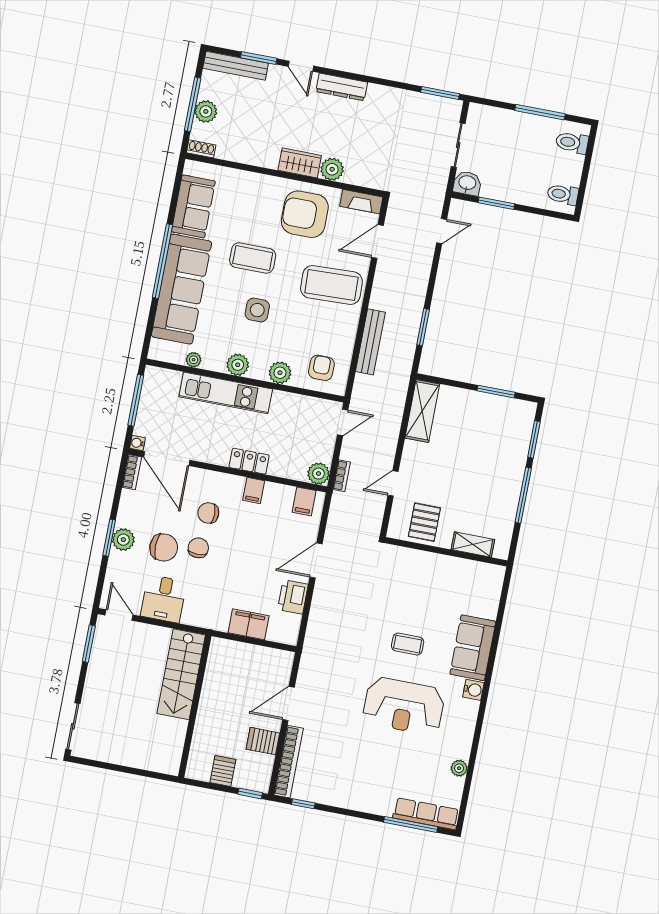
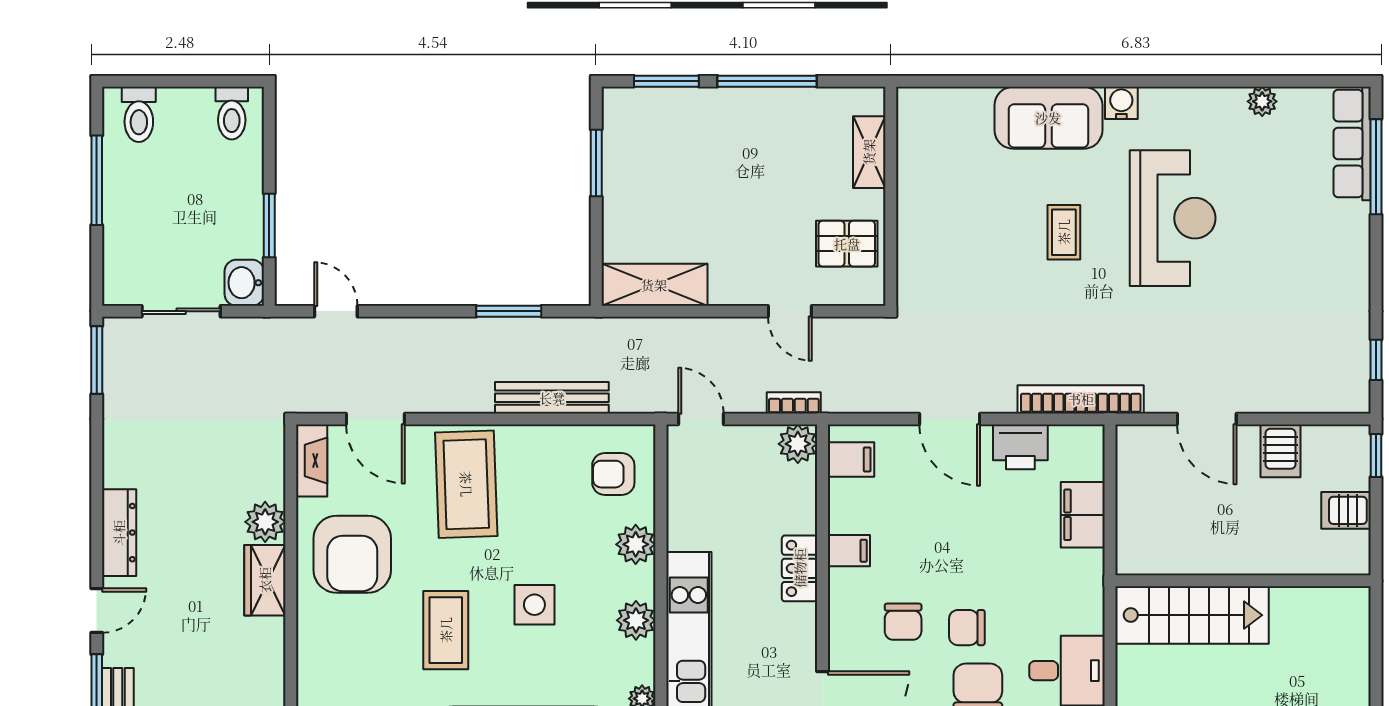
bookcase: (289, 762) -> (1081, 399), moved

